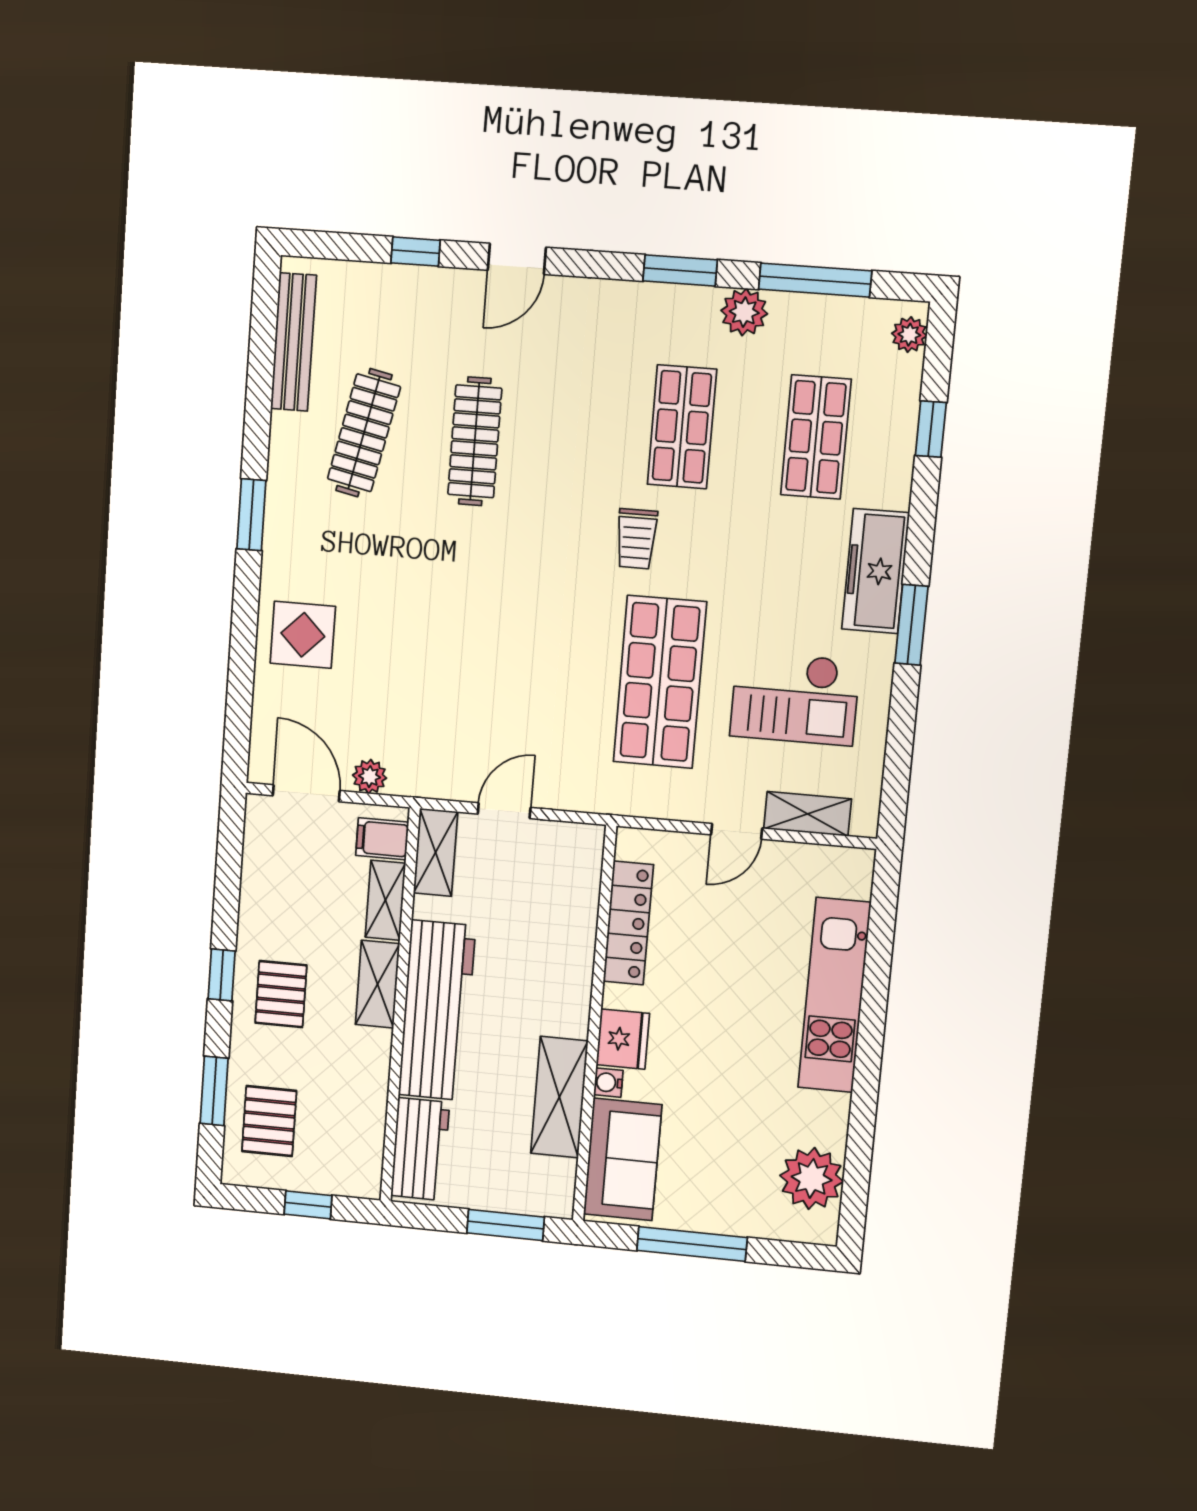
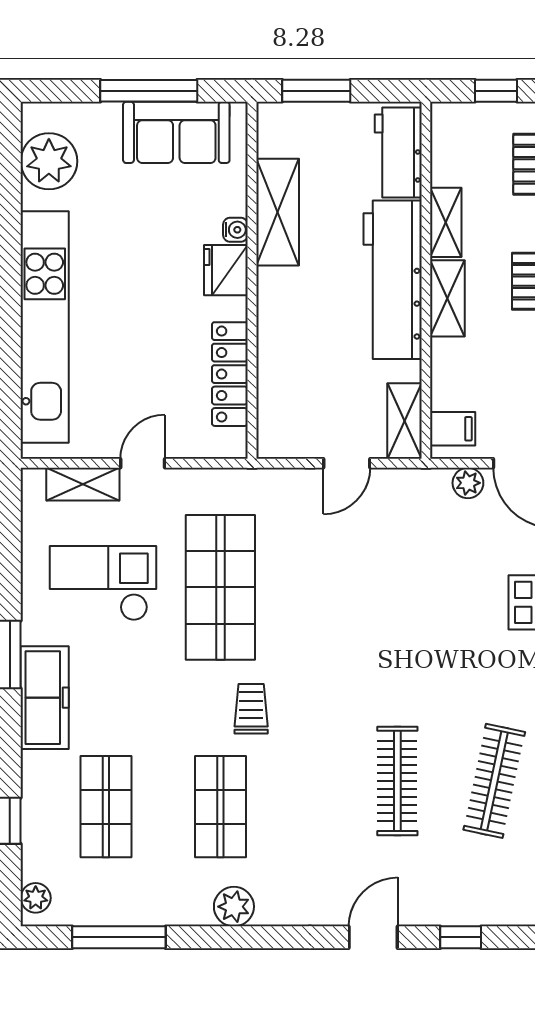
window: (680, 270) -> (233, 937), removed
plant: (744, 312) -> (234, 907), moved
shelving: (385, 900) -> (446, 222), moved
kitchen unit: (834, 995) -> (45, 327), width x1.36
sofa: (623, 1159) -> (176, 132), moved, turned -90

